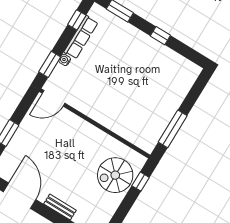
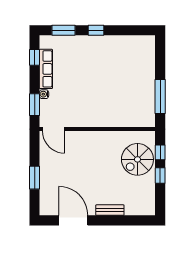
window: (160, 36) -> (96, 30), moved
door: (54, 98) -> (54, 129), hinge flipped
window: (127, 203) -> (160, 175), added

